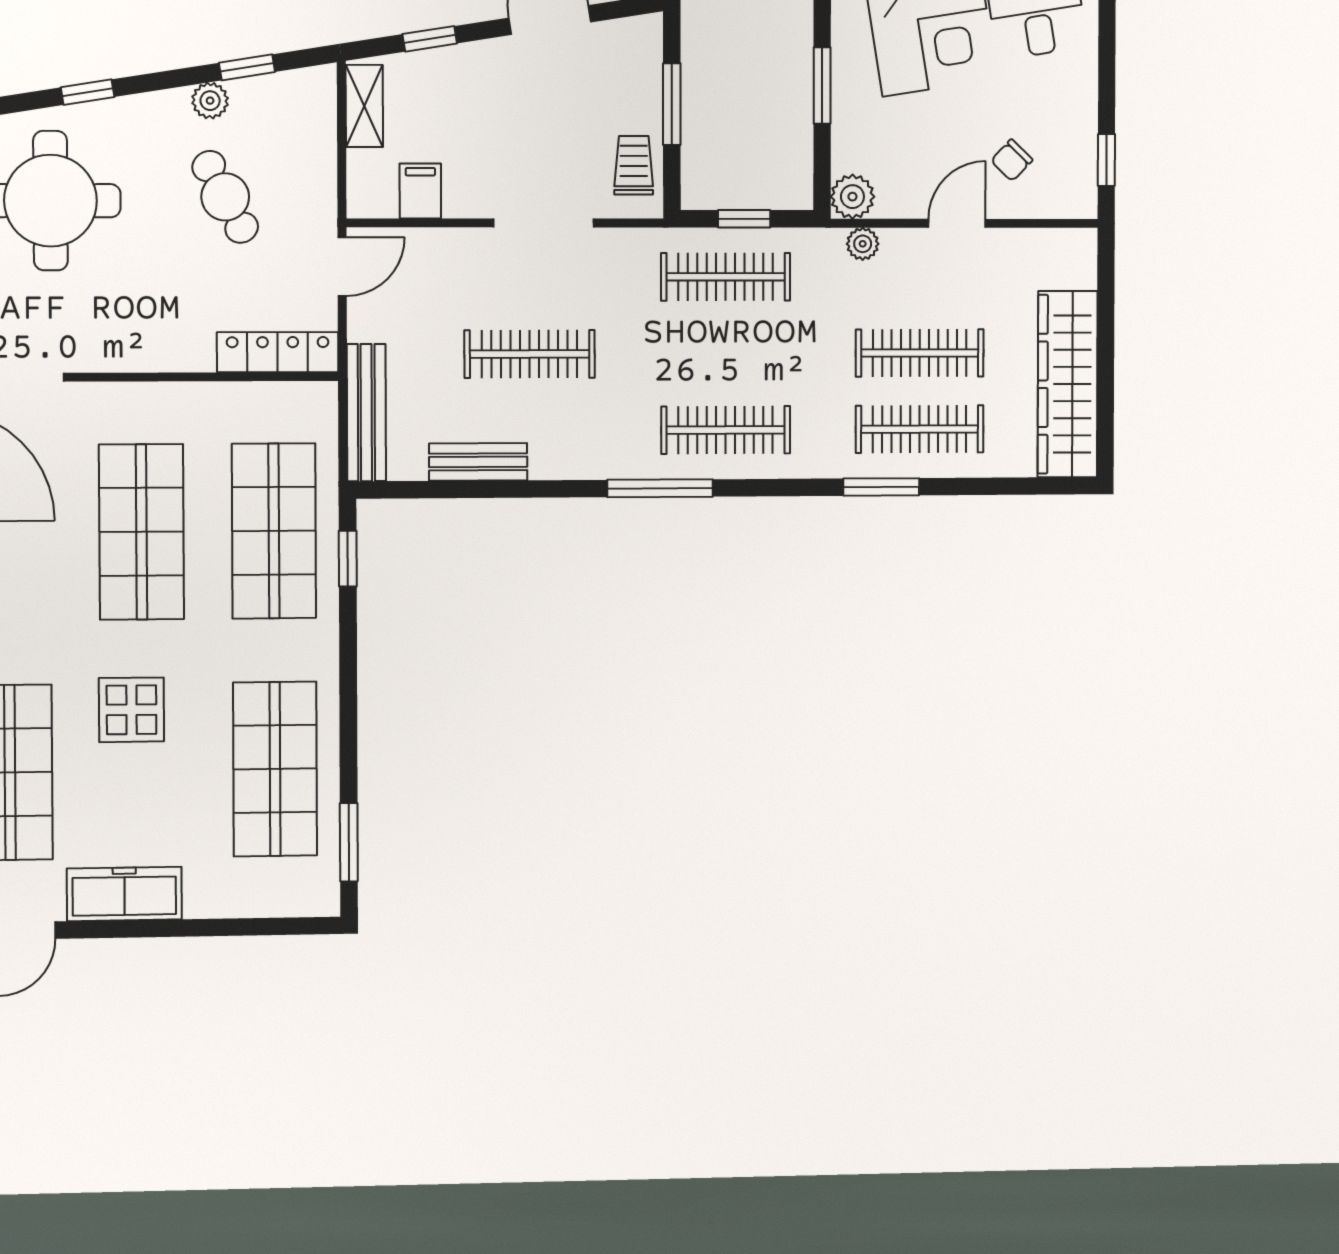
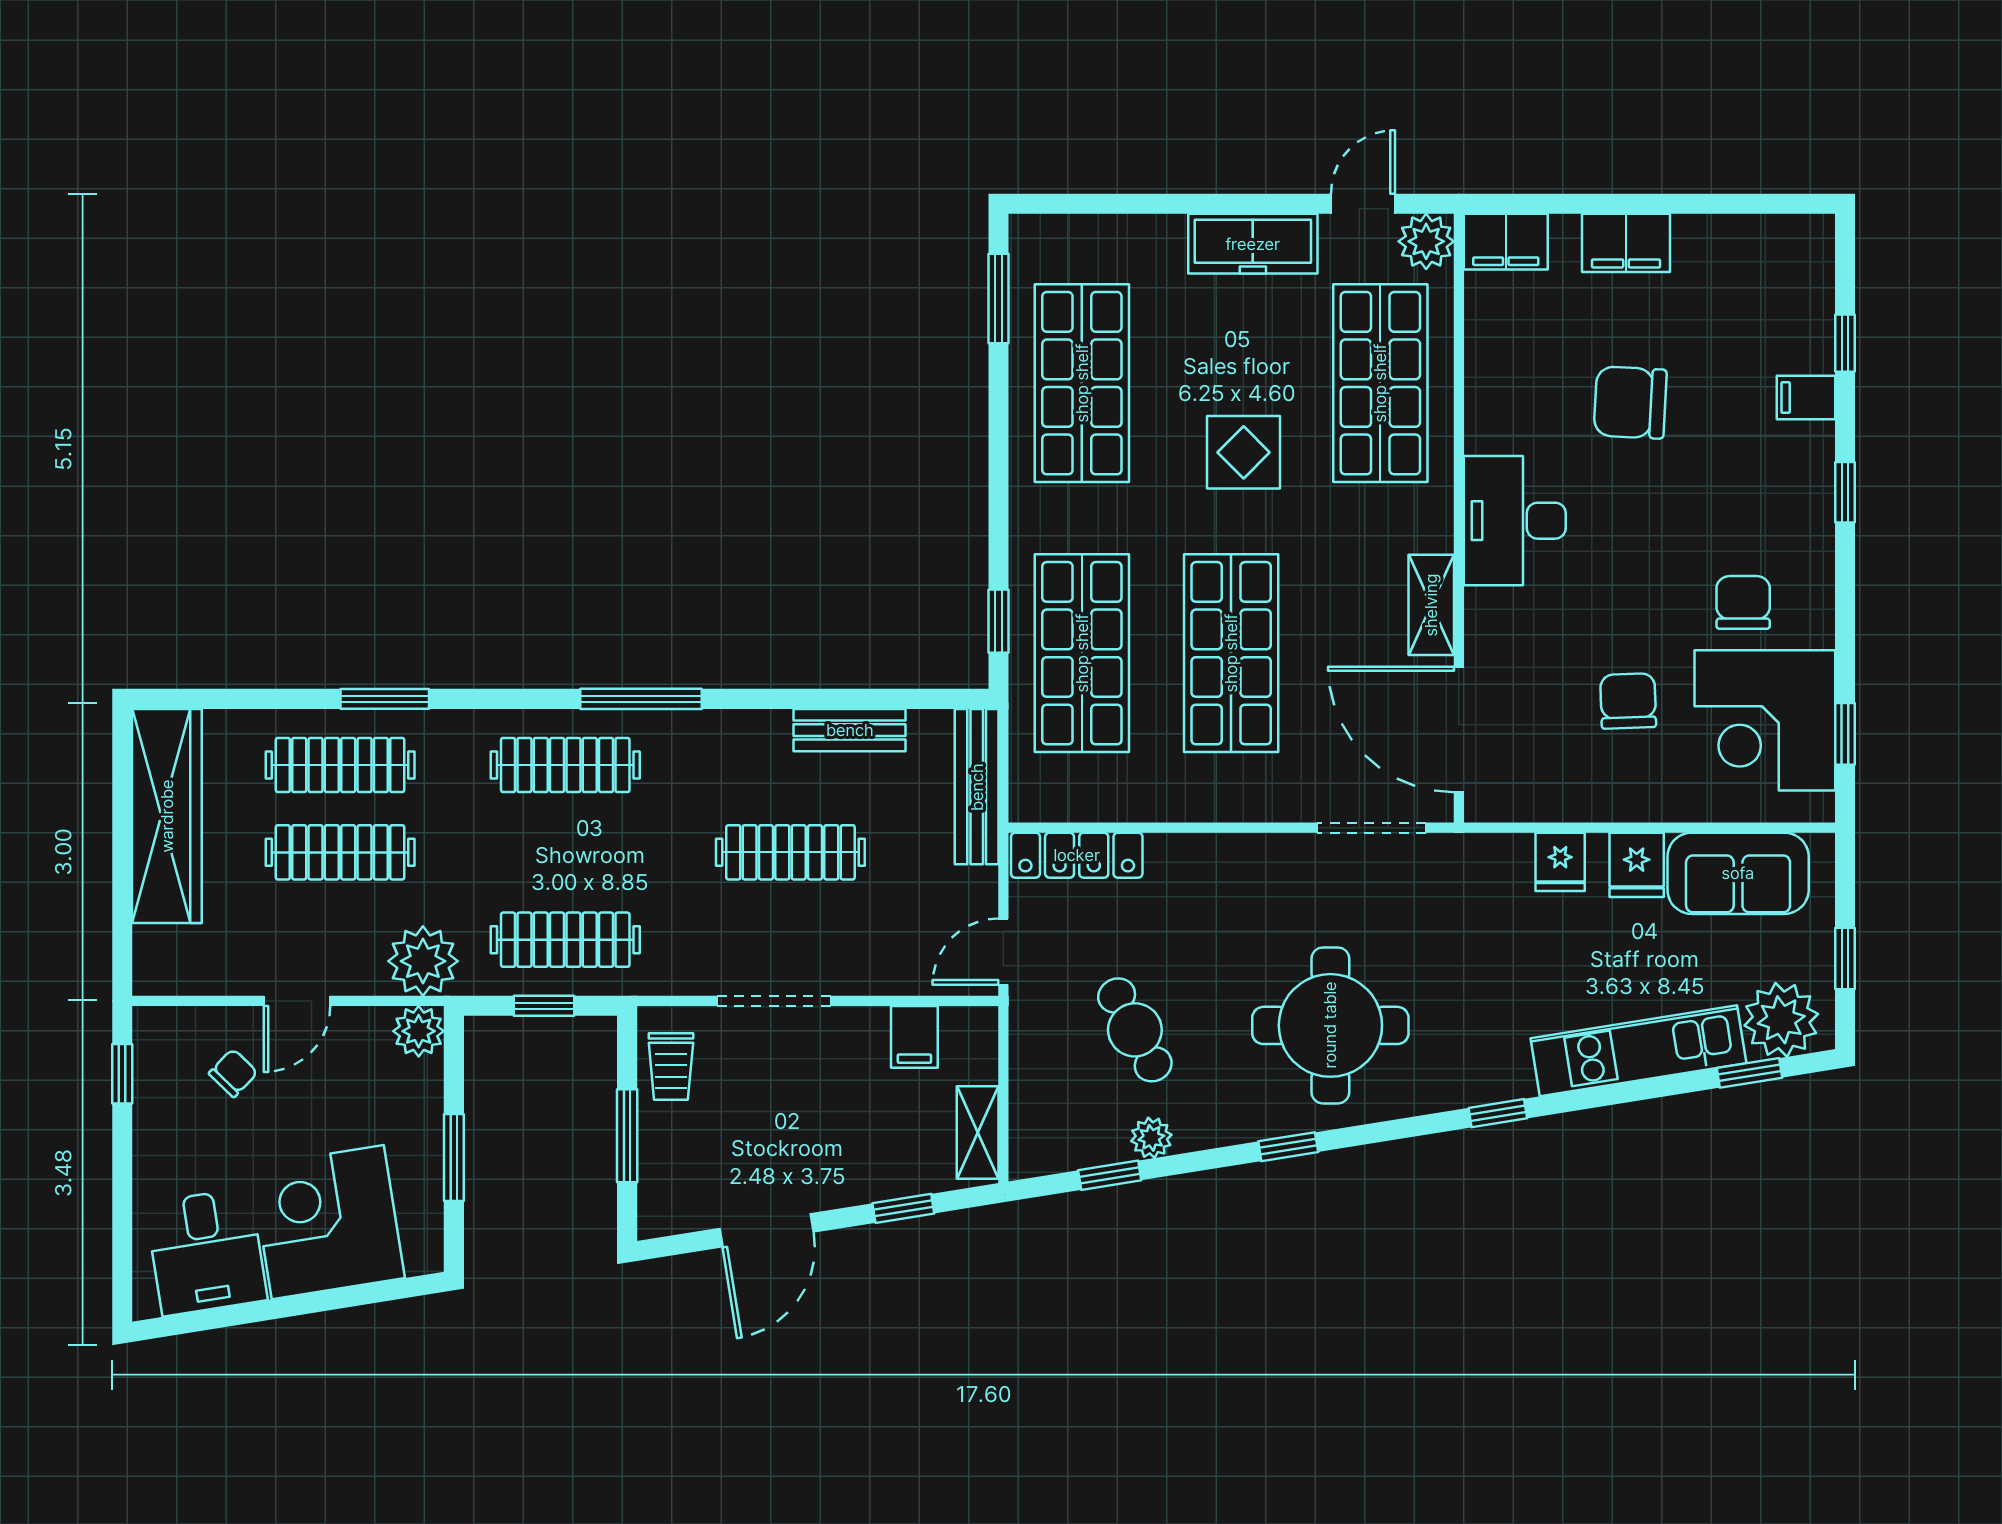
plant: (863, 244) -> (423, 961), width x1.88, depth x1.88

